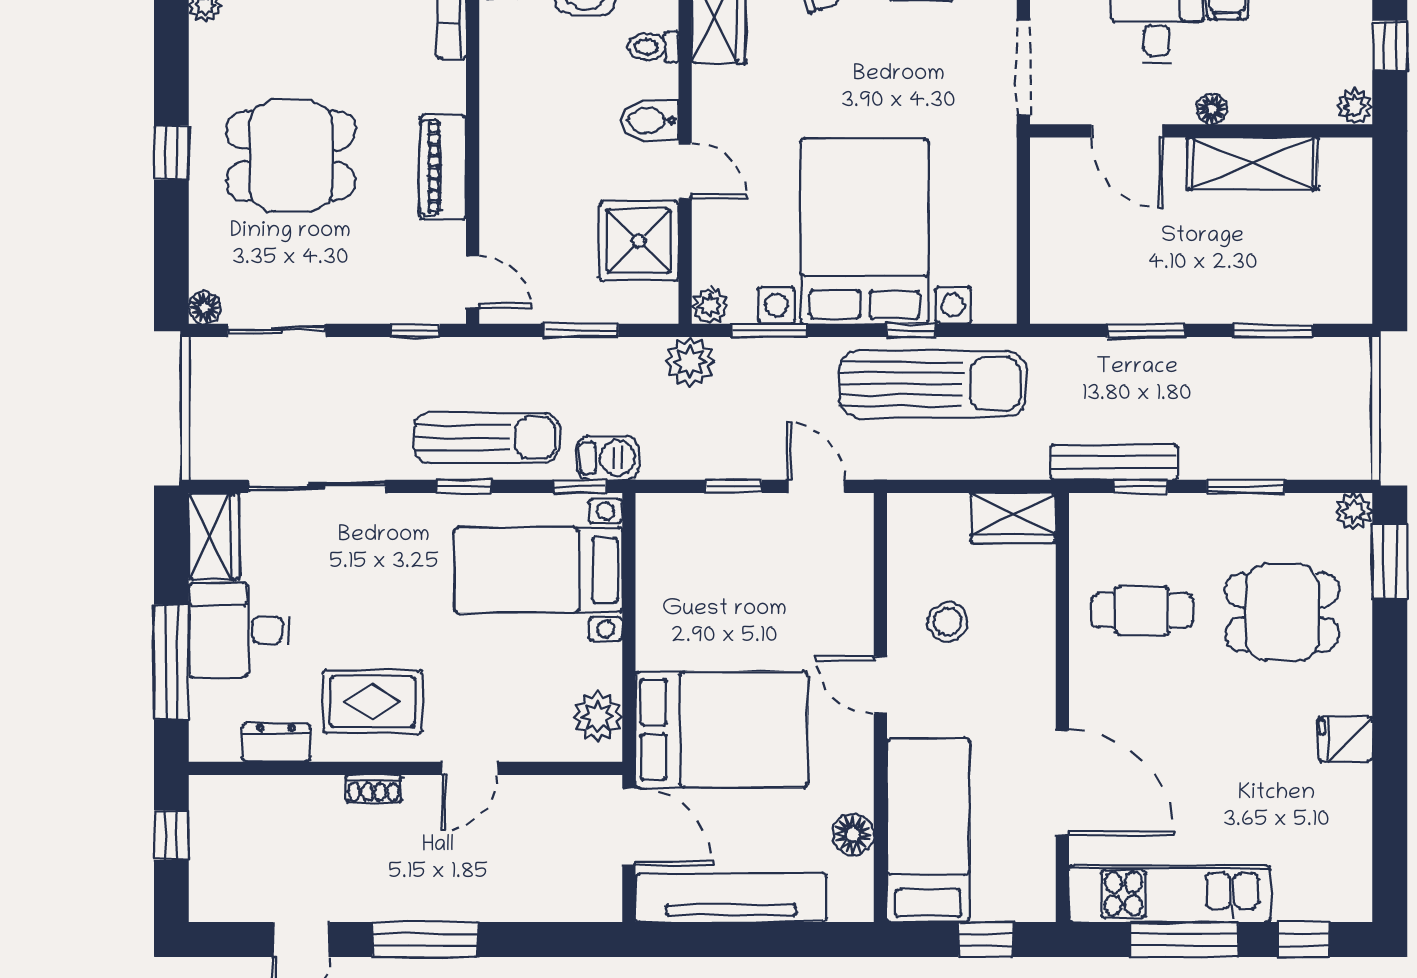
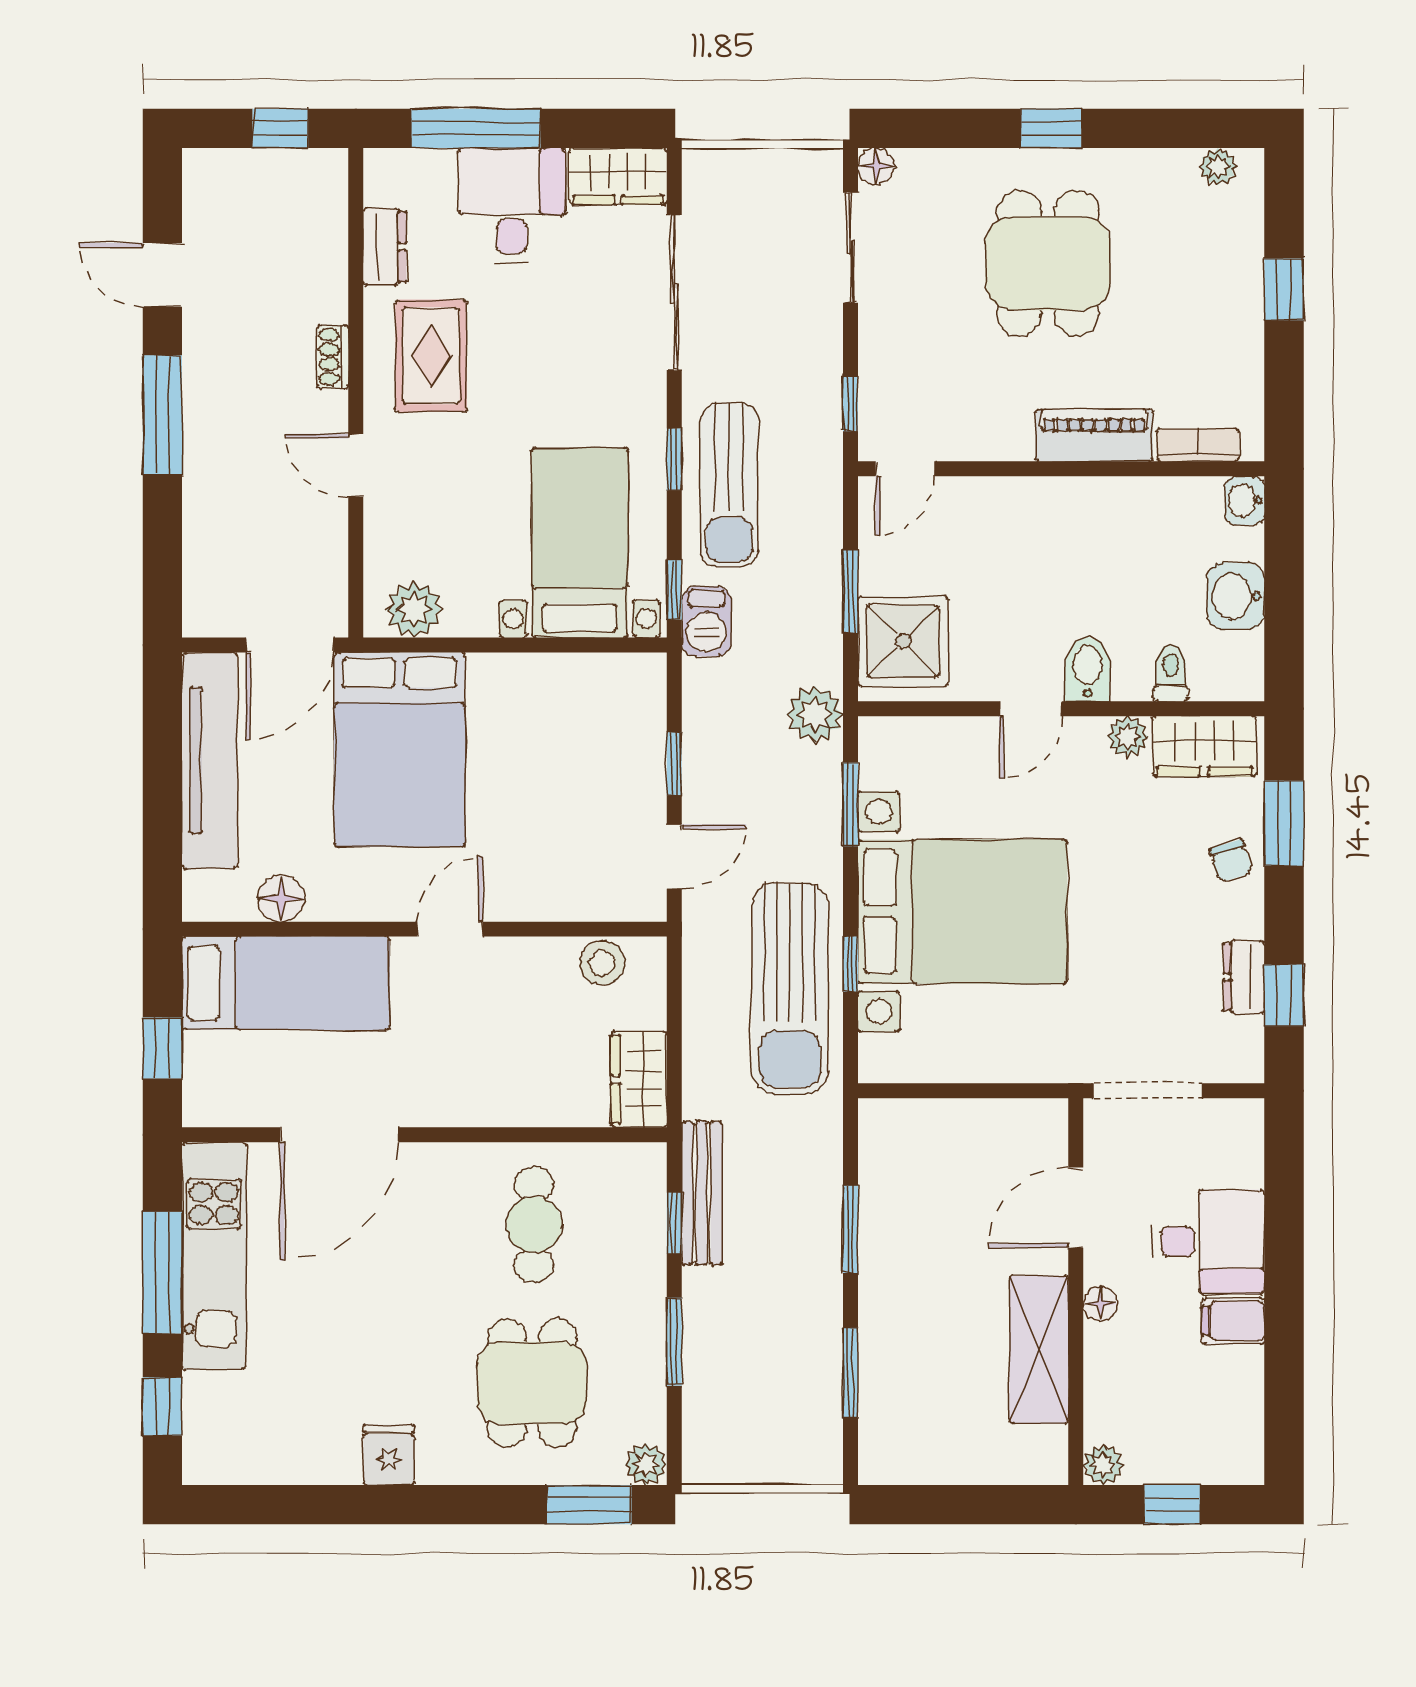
piano: (443, 167) -> (1094, 435), moved
shower: (639, 241) -> (903, 641), moved
plant: (710, 306) -> (1128, 737), moved
stool: (948, 622) -> (602, 963), moved

